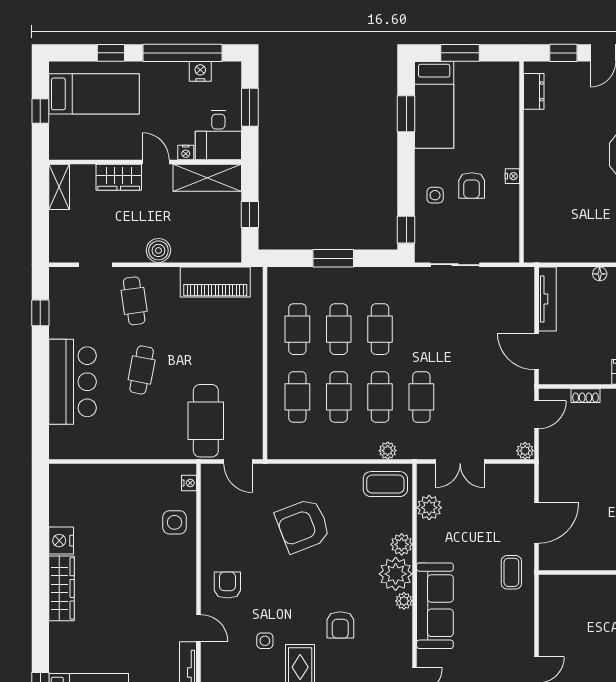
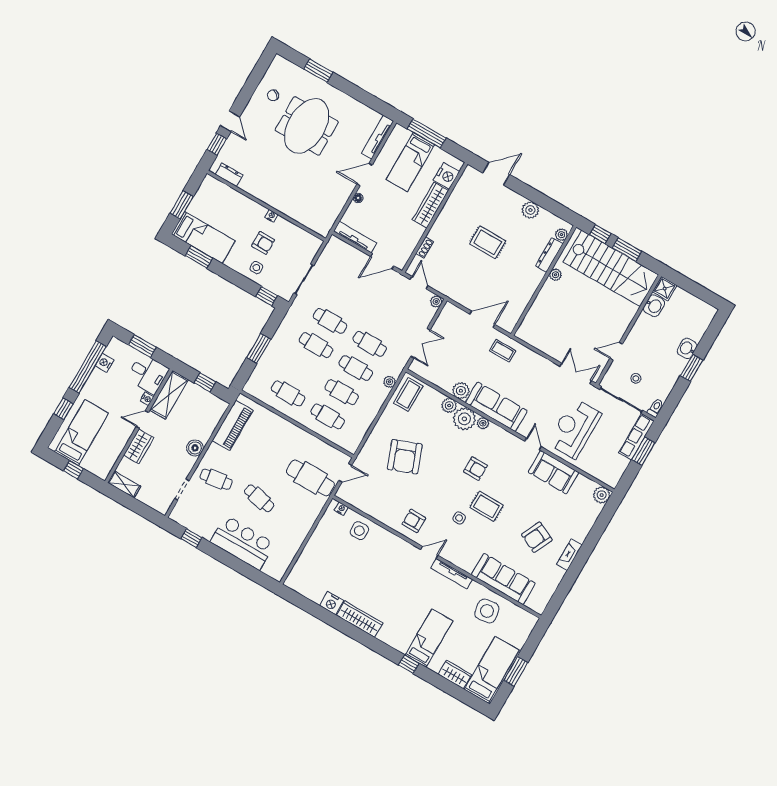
cafe table: (339, 329) -> (330, 321), moved
plant: (429, 508) -> (461, 391), moved
door: (536, 523) -> (482, 319), hinge flipped

